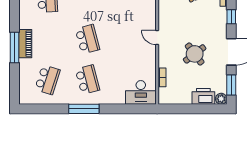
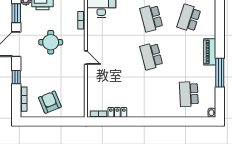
window: (14, 47) -> (220, 73), moved
round table: (195, 54) -> (51, 42), turned 37

